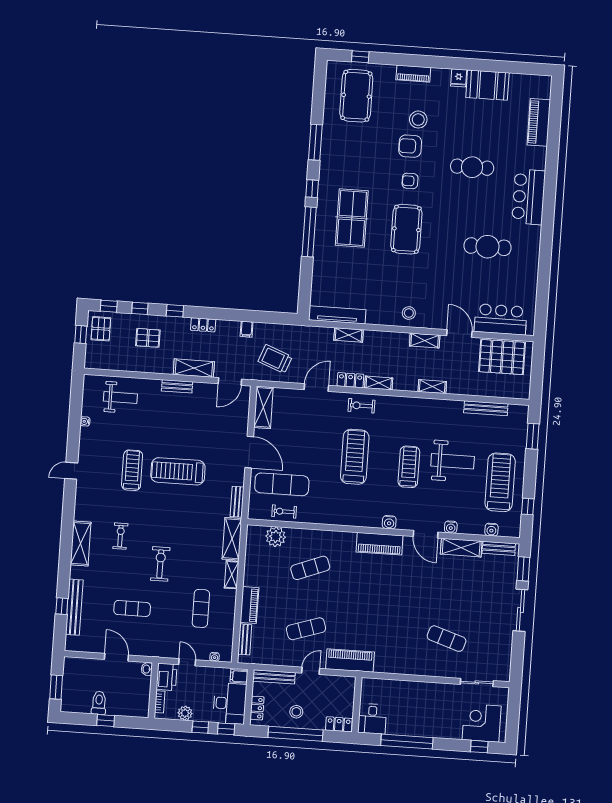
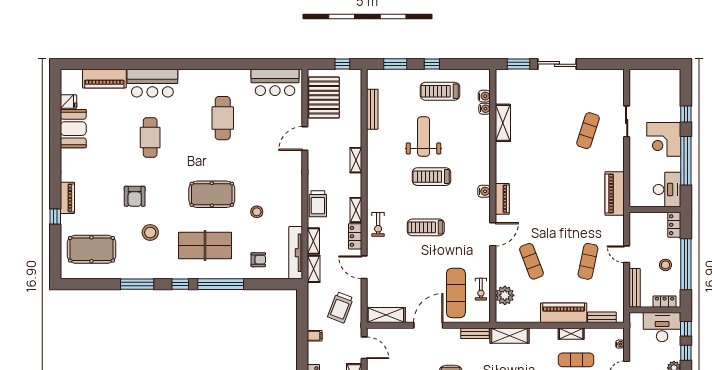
window: (360, 57) -> (55, 216), moved
fridge: (459, 78) -> (68, 102), moved
stool: (418, 120) -> (150, 232), moved
armchair: (410, 181) -> (258, 260), moved, turned -90
bar counter: (529, 197) -> (152, 83), moved
stool: (409, 313) -> (257, 212), moved
bar counter: (501, 319) -> (275, 82), moved, turned -90
shelving: (425, 340) -> (314, 269), moved
trolley: (388, 343) -> (318, 204), added
window: (537, 379) -> (342, 64), added
treadmill: (355, 457) -> (426, 227), width x0.73, depth x0.73
treadmill: (500, 482) -> (440, 91), width x0.73, depth x0.73
window: (528, 507) -> (432, 64), moved
water cooler: (451, 527) -> (485, 109), moved
door: (426, 534) -> (493, 234), moved
piano: (379, 544) -> (502, 199), width x0.73, depth x0.75
bench: (499, 548) -> (501, 88), removed
shelving: (232, 575) -> (571, 334), moved
piano: (249, 605) -> (564, 313), width x1.37, depth x1.33
exercise mat: (306, 629) -> (588, 261), turned 30
piano: (350, 661) -> (615, 194), moved
filing cabinet: (239, 676) -> (636, 320), removed
sliding door: (477, 682) -> (627, 121), moved
desk: (372, 719) -> (667, 190), width x1.37
corner desk: (482, 723) -> (664, 139), moved
window: (479, 747) -> (686, 114), moved

